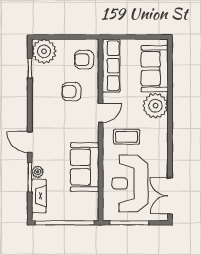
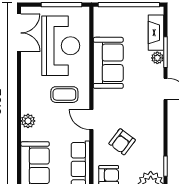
armchair: (71, 92) -> (122, 142), turned 127
plant: (155, 106) -> (28, 121), width x0.53, depth x0.53
door: (101, 113) -> (91, 120), hinge flipped

